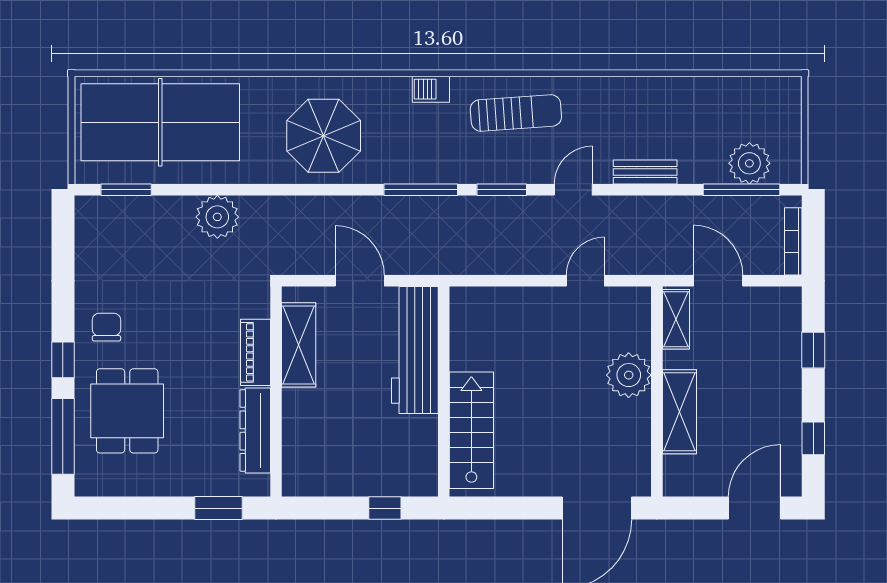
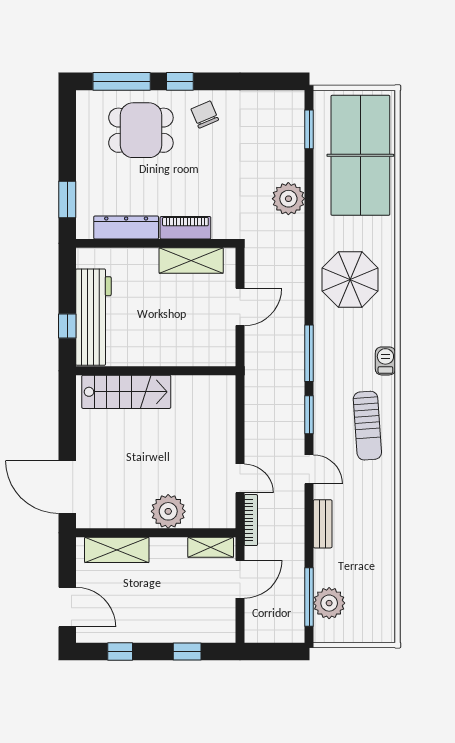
bookcase: (793, 241) -> (251, 520), moved, turned 90
chair: (106, 327) -> (205, 114), turned -113
workbench: (415, 350) -> (93, 317), moved, turned 90
shelving: (679, 412) -> (117, 550), moved

